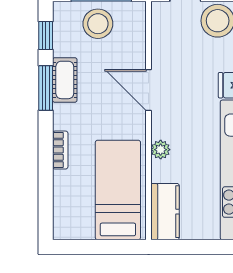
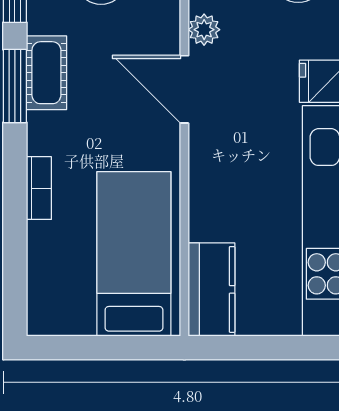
plant: (161, 150) -> (204, 30), moved

